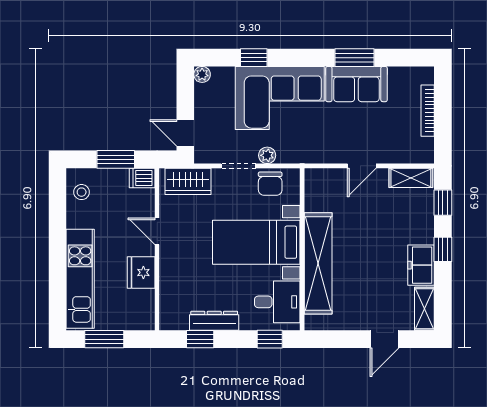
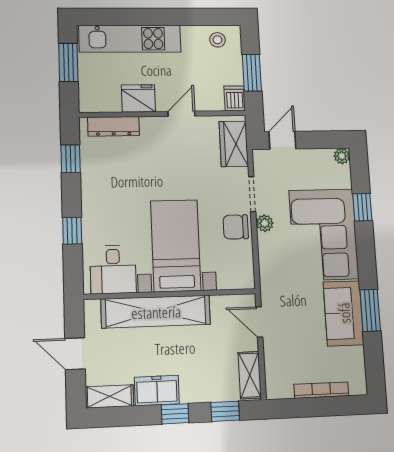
bed with nightstands: (256, 242) -> (176, 246), moved
wall: (302, 249) -> (170, 294), moved
shelving: (318, 263) -> (156, 312), moved
desk: (277, 302) -> (113, 269), moved
dresser: (214, 321) -> (113, 126), moved, turned 90

